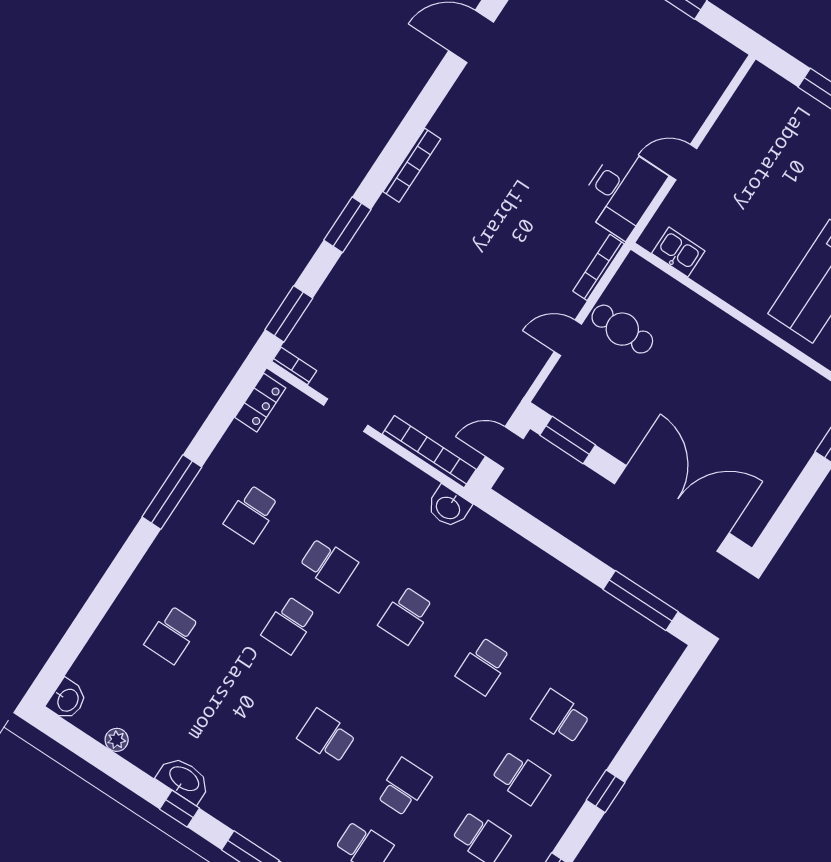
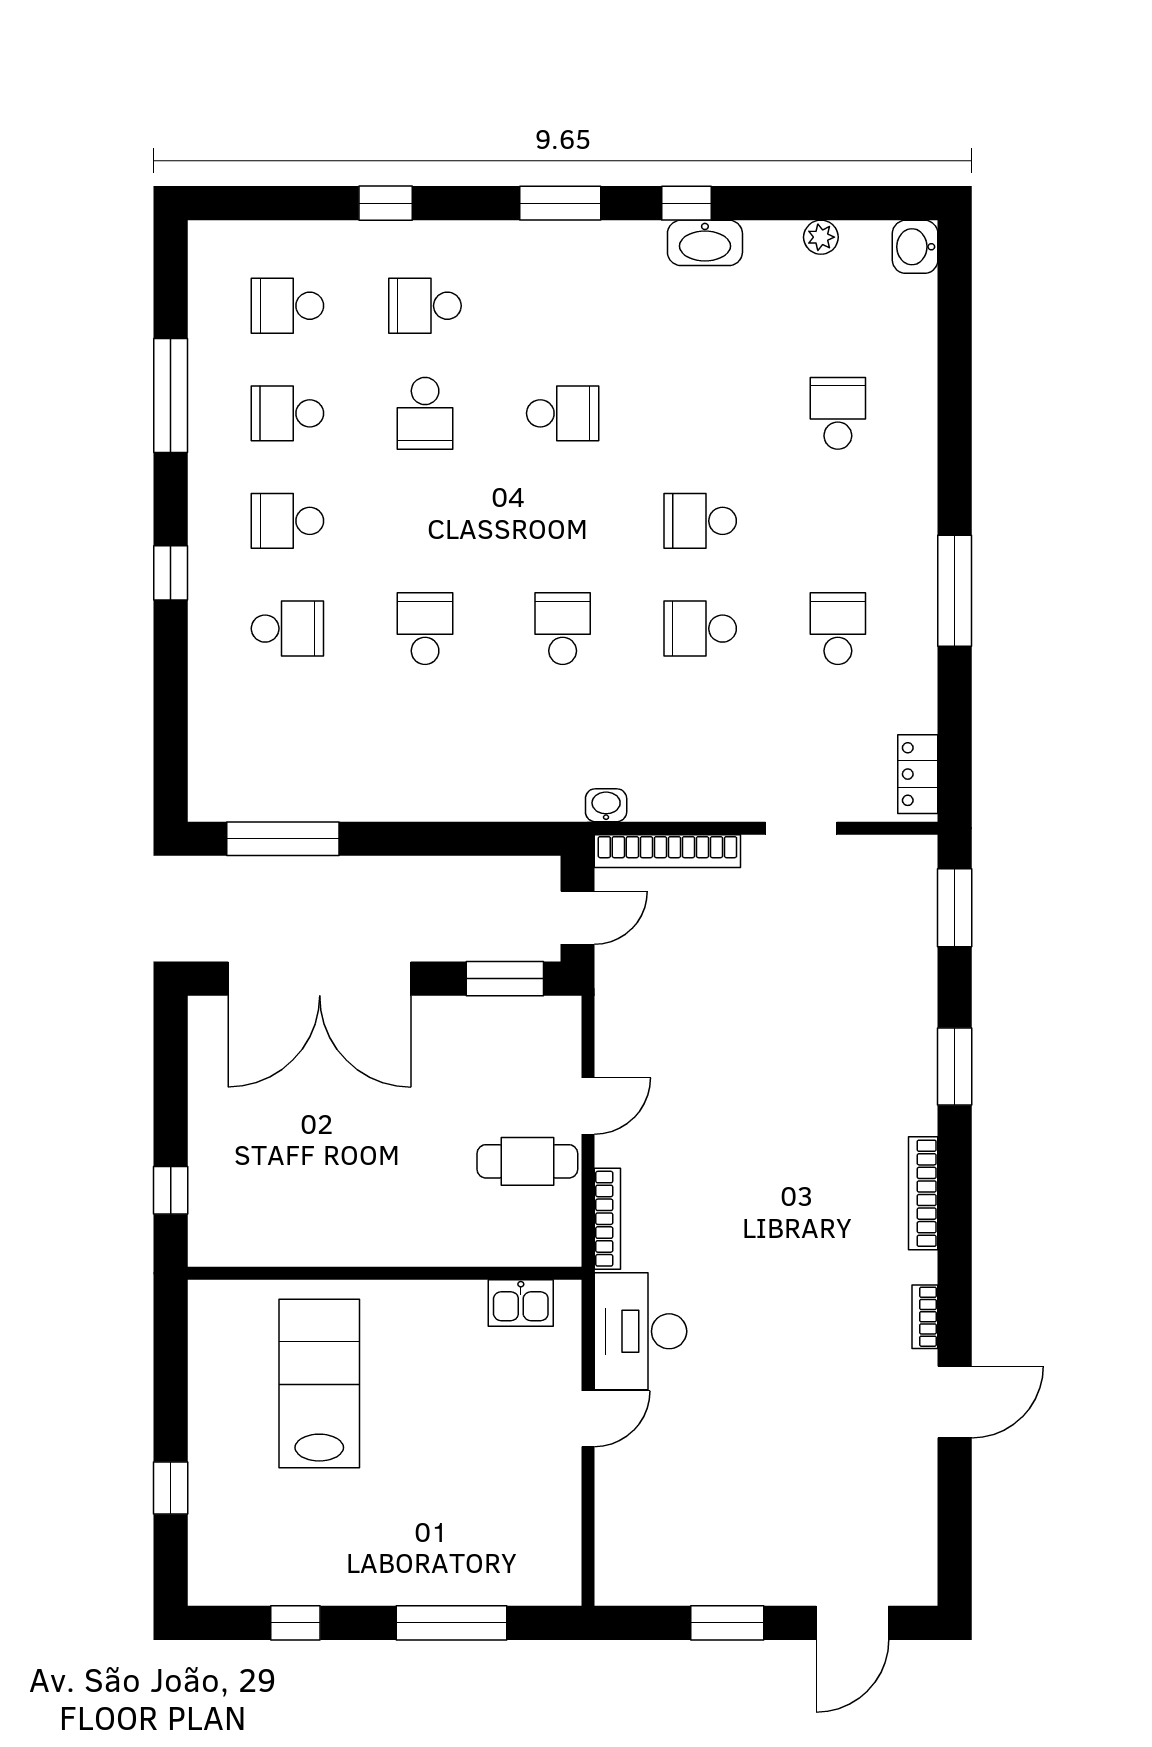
bookcase: (294, 366) -> (925, 1317), moved, turned 90
washbasin: (448, 507) -> (606, 805), width x0.72, depth x0.69
school desk: (289, 625) -> (700, 521), turned -90

